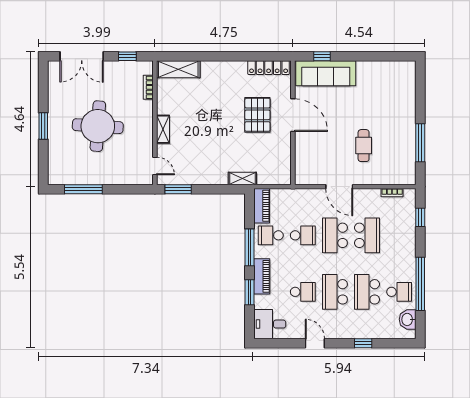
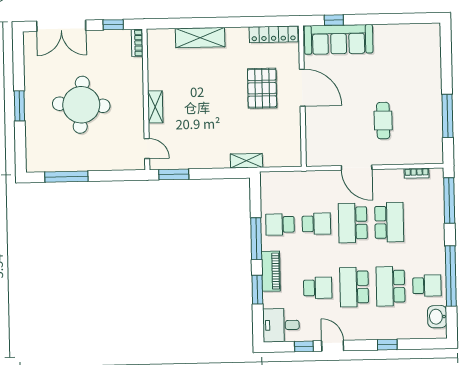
shelving: (178, 69) -> (200, 38), moved
bookcase: (148, 87) -> (137, 43), moved
piano: (262, 206) -> (269, 191), removed
window: (420, 217) -> (449, 201), width x2.17
window: (289, 343) -> (304, 346), added

